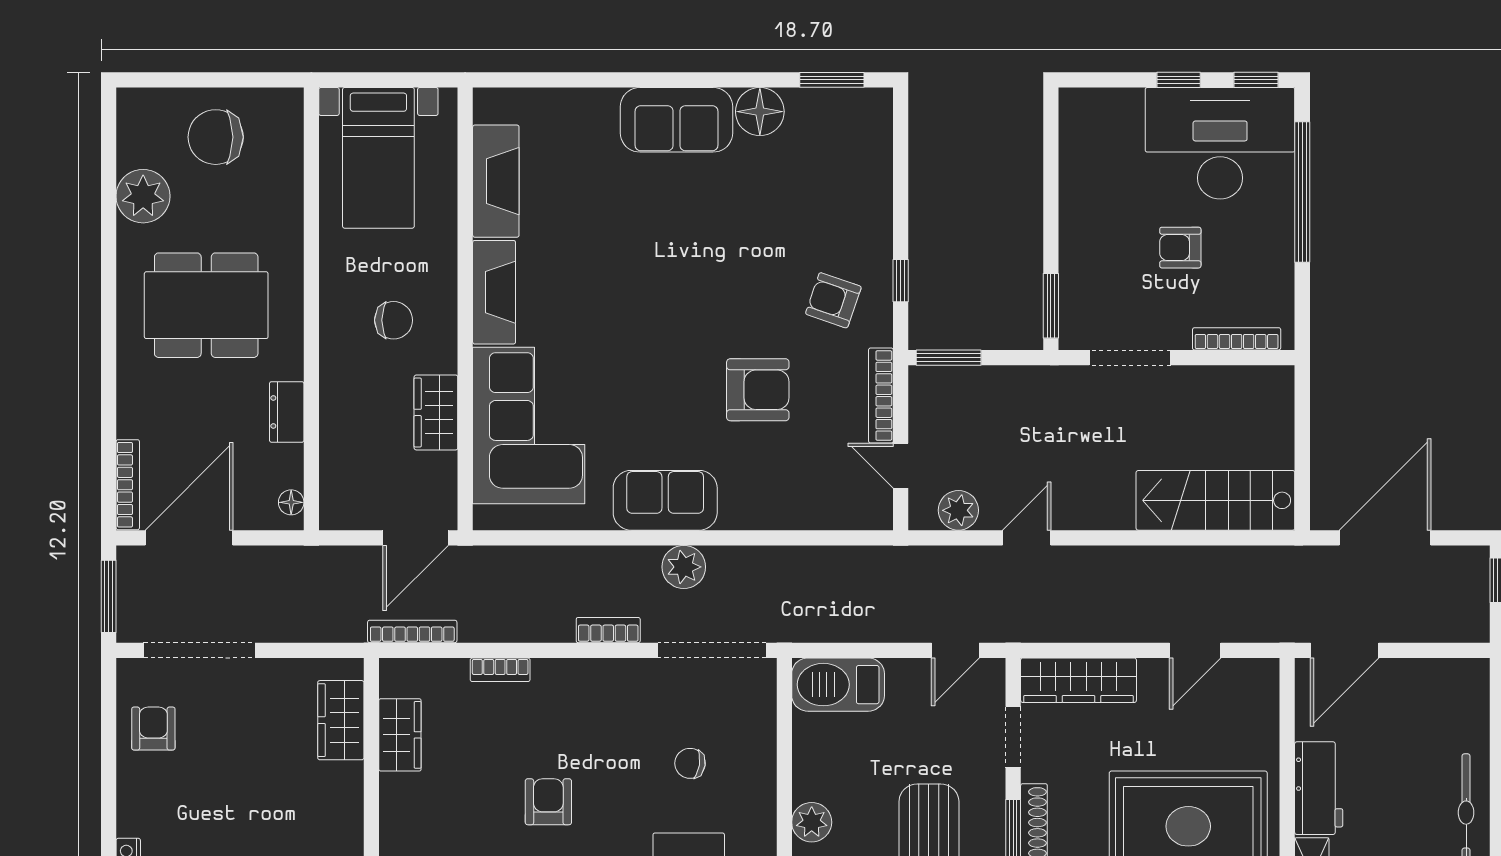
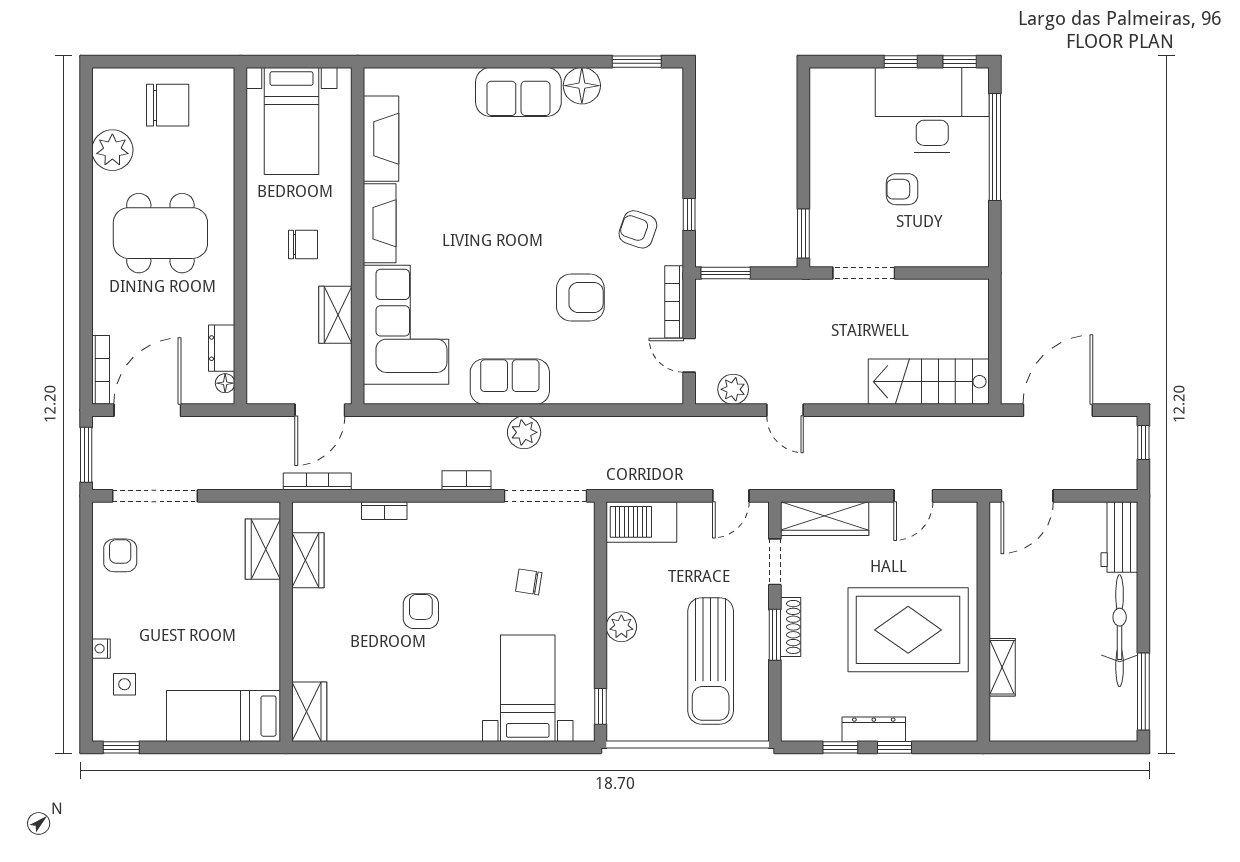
chair: (216, 137) -> (168, 105), turned 180
bookcase: (1237, 339) -> (945, 259), removed
dresser: (287, 412) -> (222, 348), moved
door: (1027, 538) -> (785, 410), swing flipped
workbench: (1319, 788) -> (1119, 537), moved, turned 180

